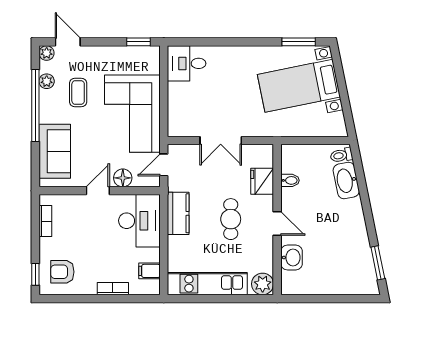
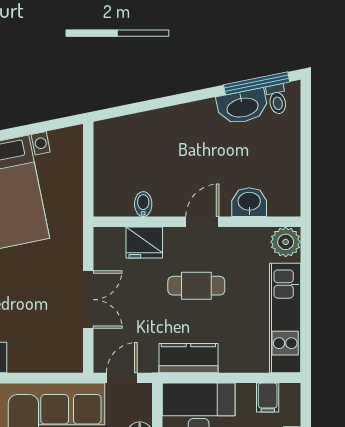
toilet: (341, 155) -> (277, 99), moved
door: (164, 165) -> (122, 378), swing flipped
washbasin: (346, 180) -> (242, 107), moved
window: (378, 263) -> (257, 83), width x1.44

